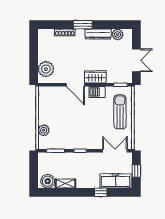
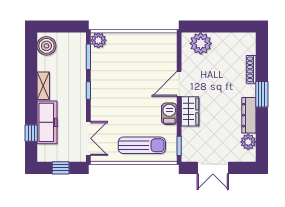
plant: (44, 130) -> (98, 40), moved
freezer: (116, 181) -> (47, 122), moved
shelving: (65, 184) -> (43, 86), moved
window: (101, 192) -> (31, 133), moved

